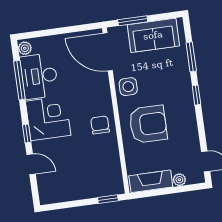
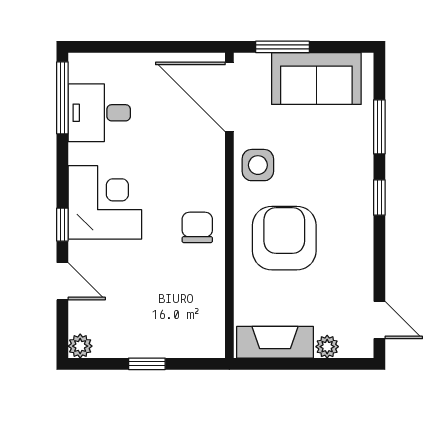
plant: (25, 48) -> (80, 346), moved
desk: (39, 76) -> (99, 113), width x0.73
window: (19, 80) -> (62, 98), moved
armchair: (148, 124) -> (284, 238), turned -90
window: (108, 199) -> (147, 364), moved

